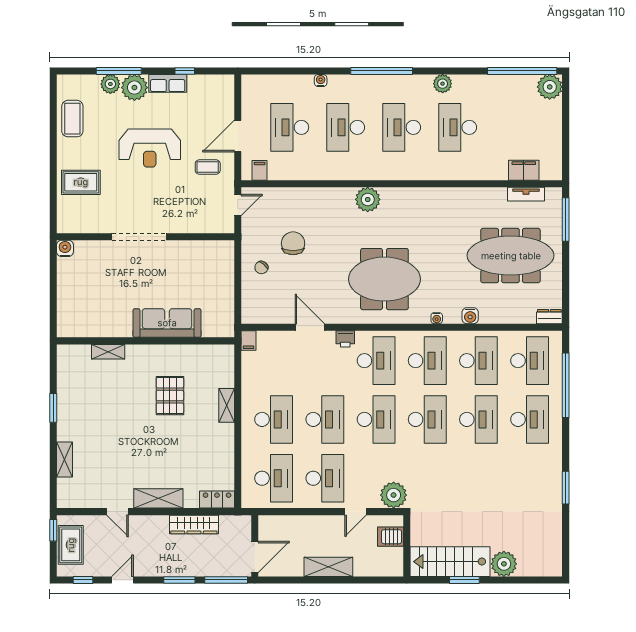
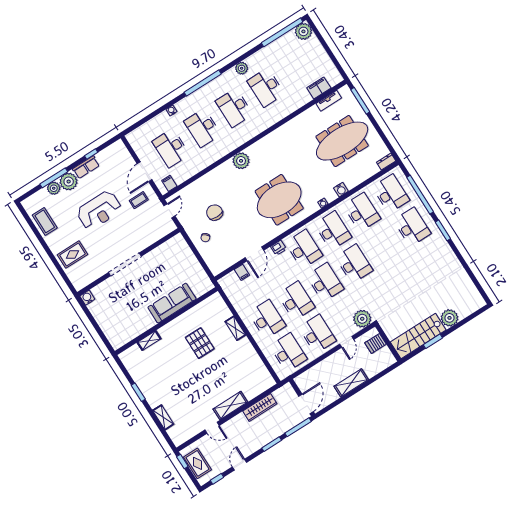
door: (310, 327) -> (254, 254), swing flipped
filing cabinet: (248, 340) -> (242, 272), moved
desk: (478, 419) -> (383, 245), removed
window: (566, 488) -> (443, 230), moved
locker: (217, 499) -> (264, 385), removed

